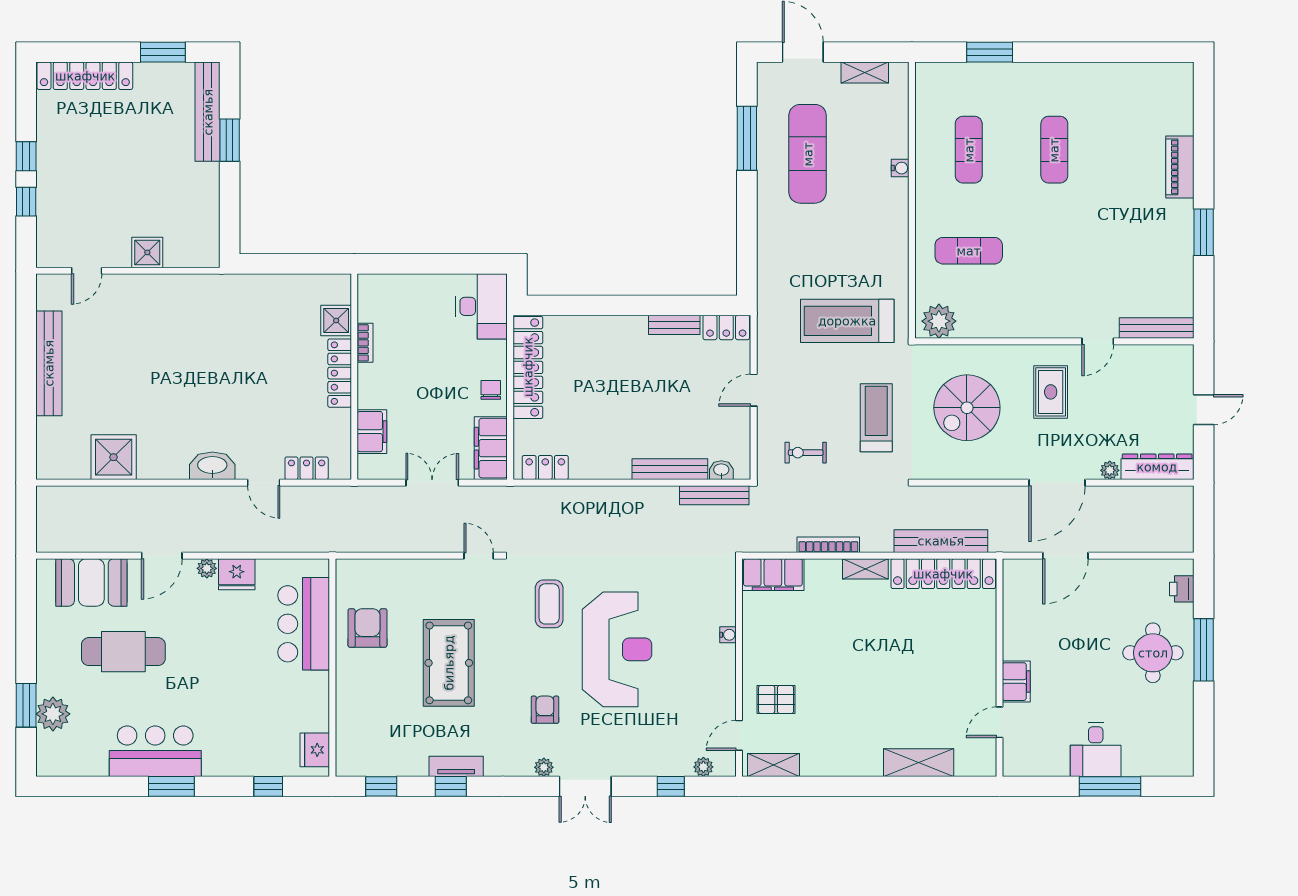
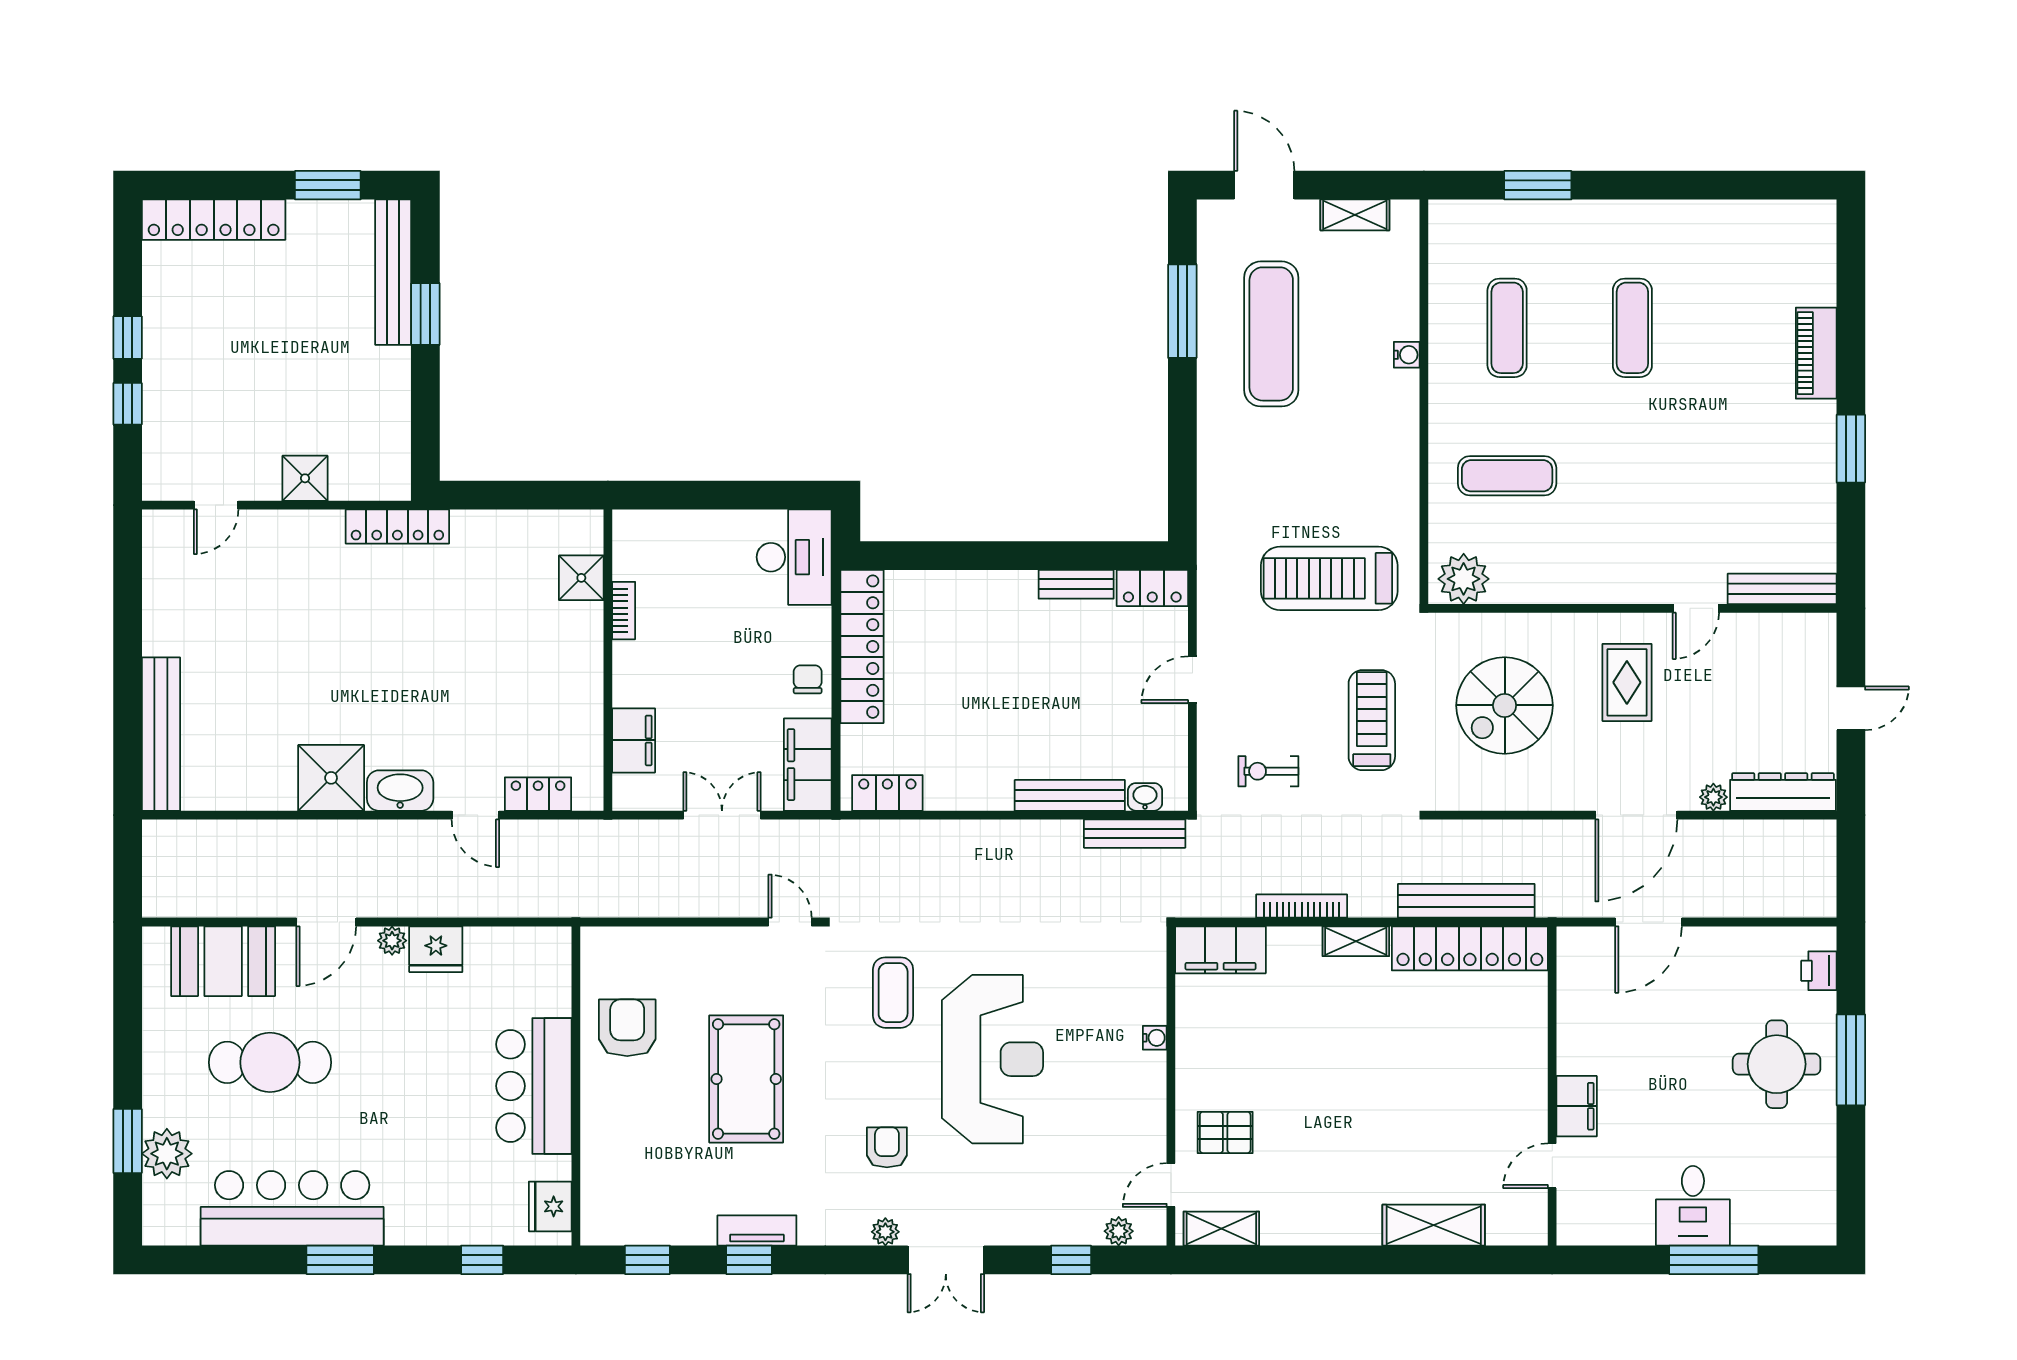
bench: (49, 363) -> (161, 734), moved
locker: (340, 373) -> (397, 527), moved, turned -90
shower: (114, 457) -> (331, 778), moved
bar counter: (304, 624) -> (534, 1086), moved
bar counter: (155, 751) -> (292, 1208), width x1.36

